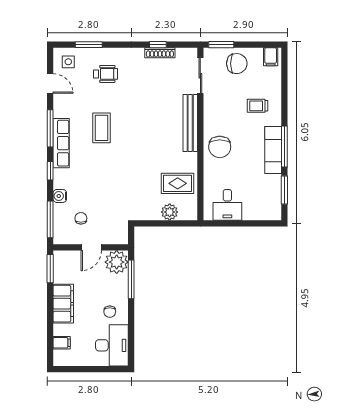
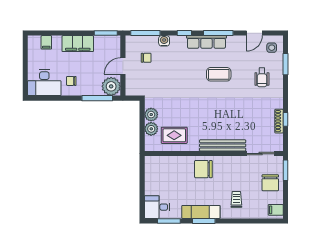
window: (284, 146) -> (204, 221), width x0.69
rug: (178, 183) -> (174, 135), turned 90
desk: (227, 205) -> (157, 207), moved
plant: (152, 212) -> (151, 115), added
door: (91, 247) -> (123, 66), hinge flipped

